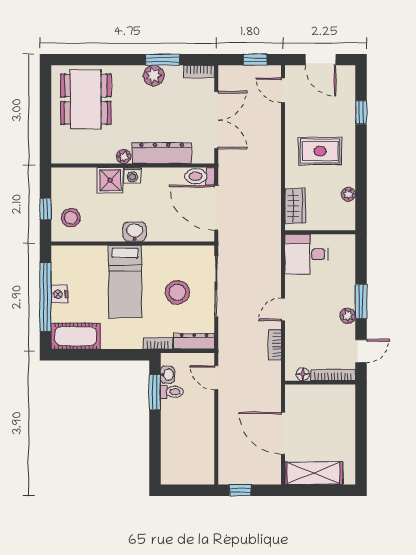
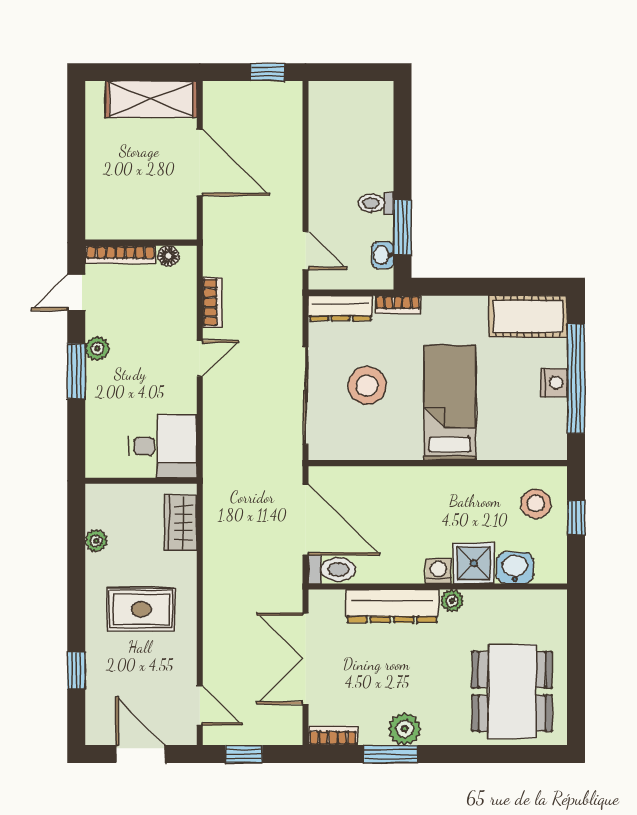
washbasin: (135, 232) -> (515, 568), moved, turned 180
toilet: (172, 392) -> (376, 203), moved

